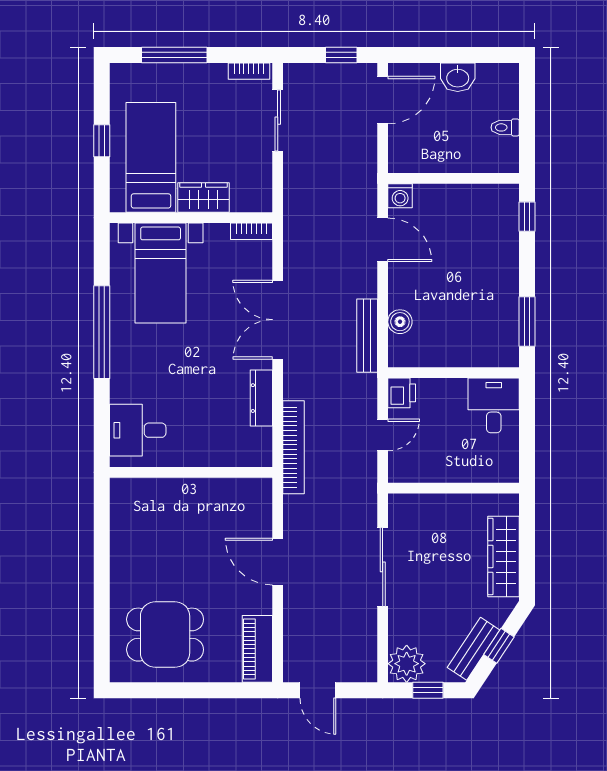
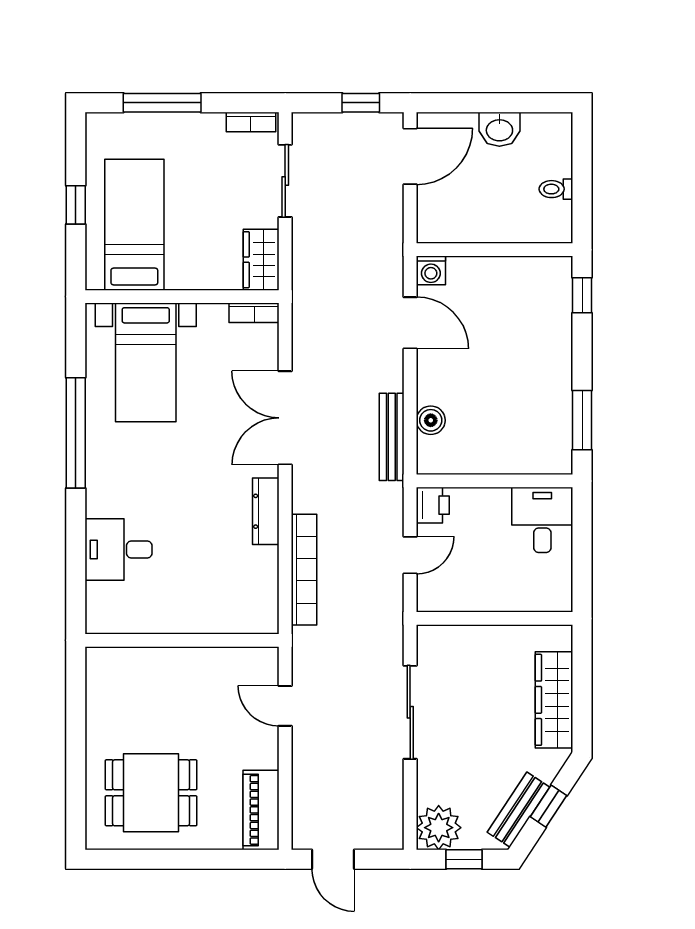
wardrobe: (204, 198) -> (261, 260), moved, turned -90
wall: (191, 472) -> (182, 640), moved
door: (278, 562) -> (285, 706), width x0.73

